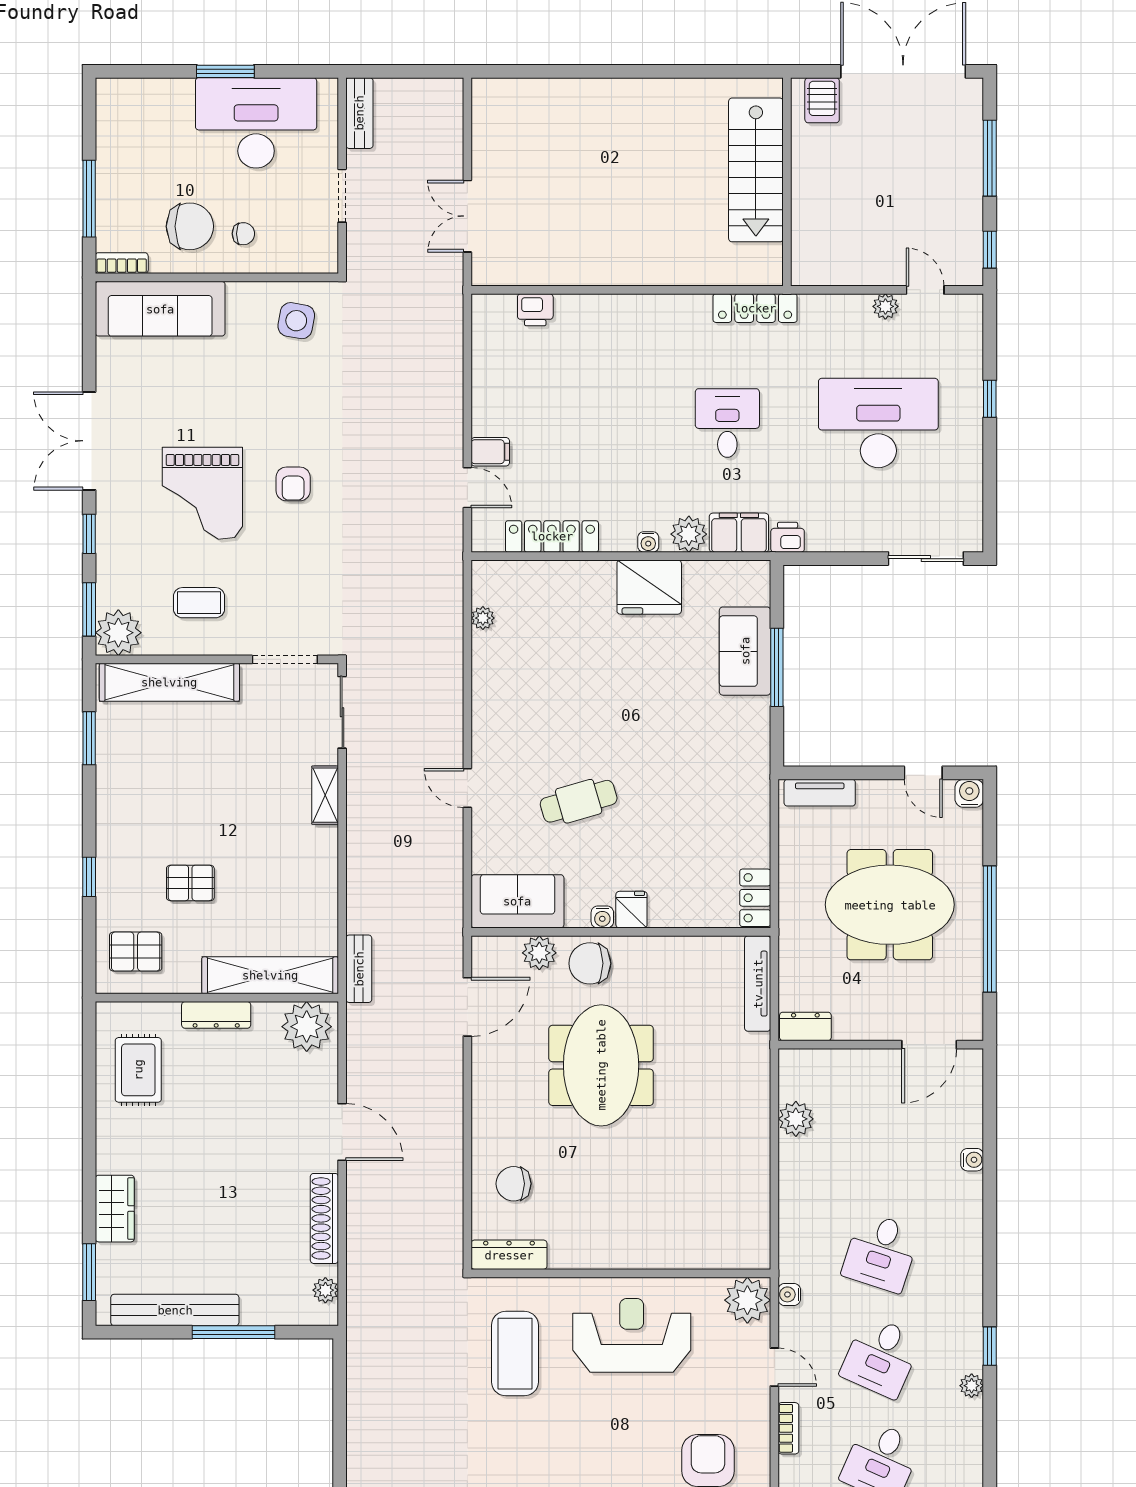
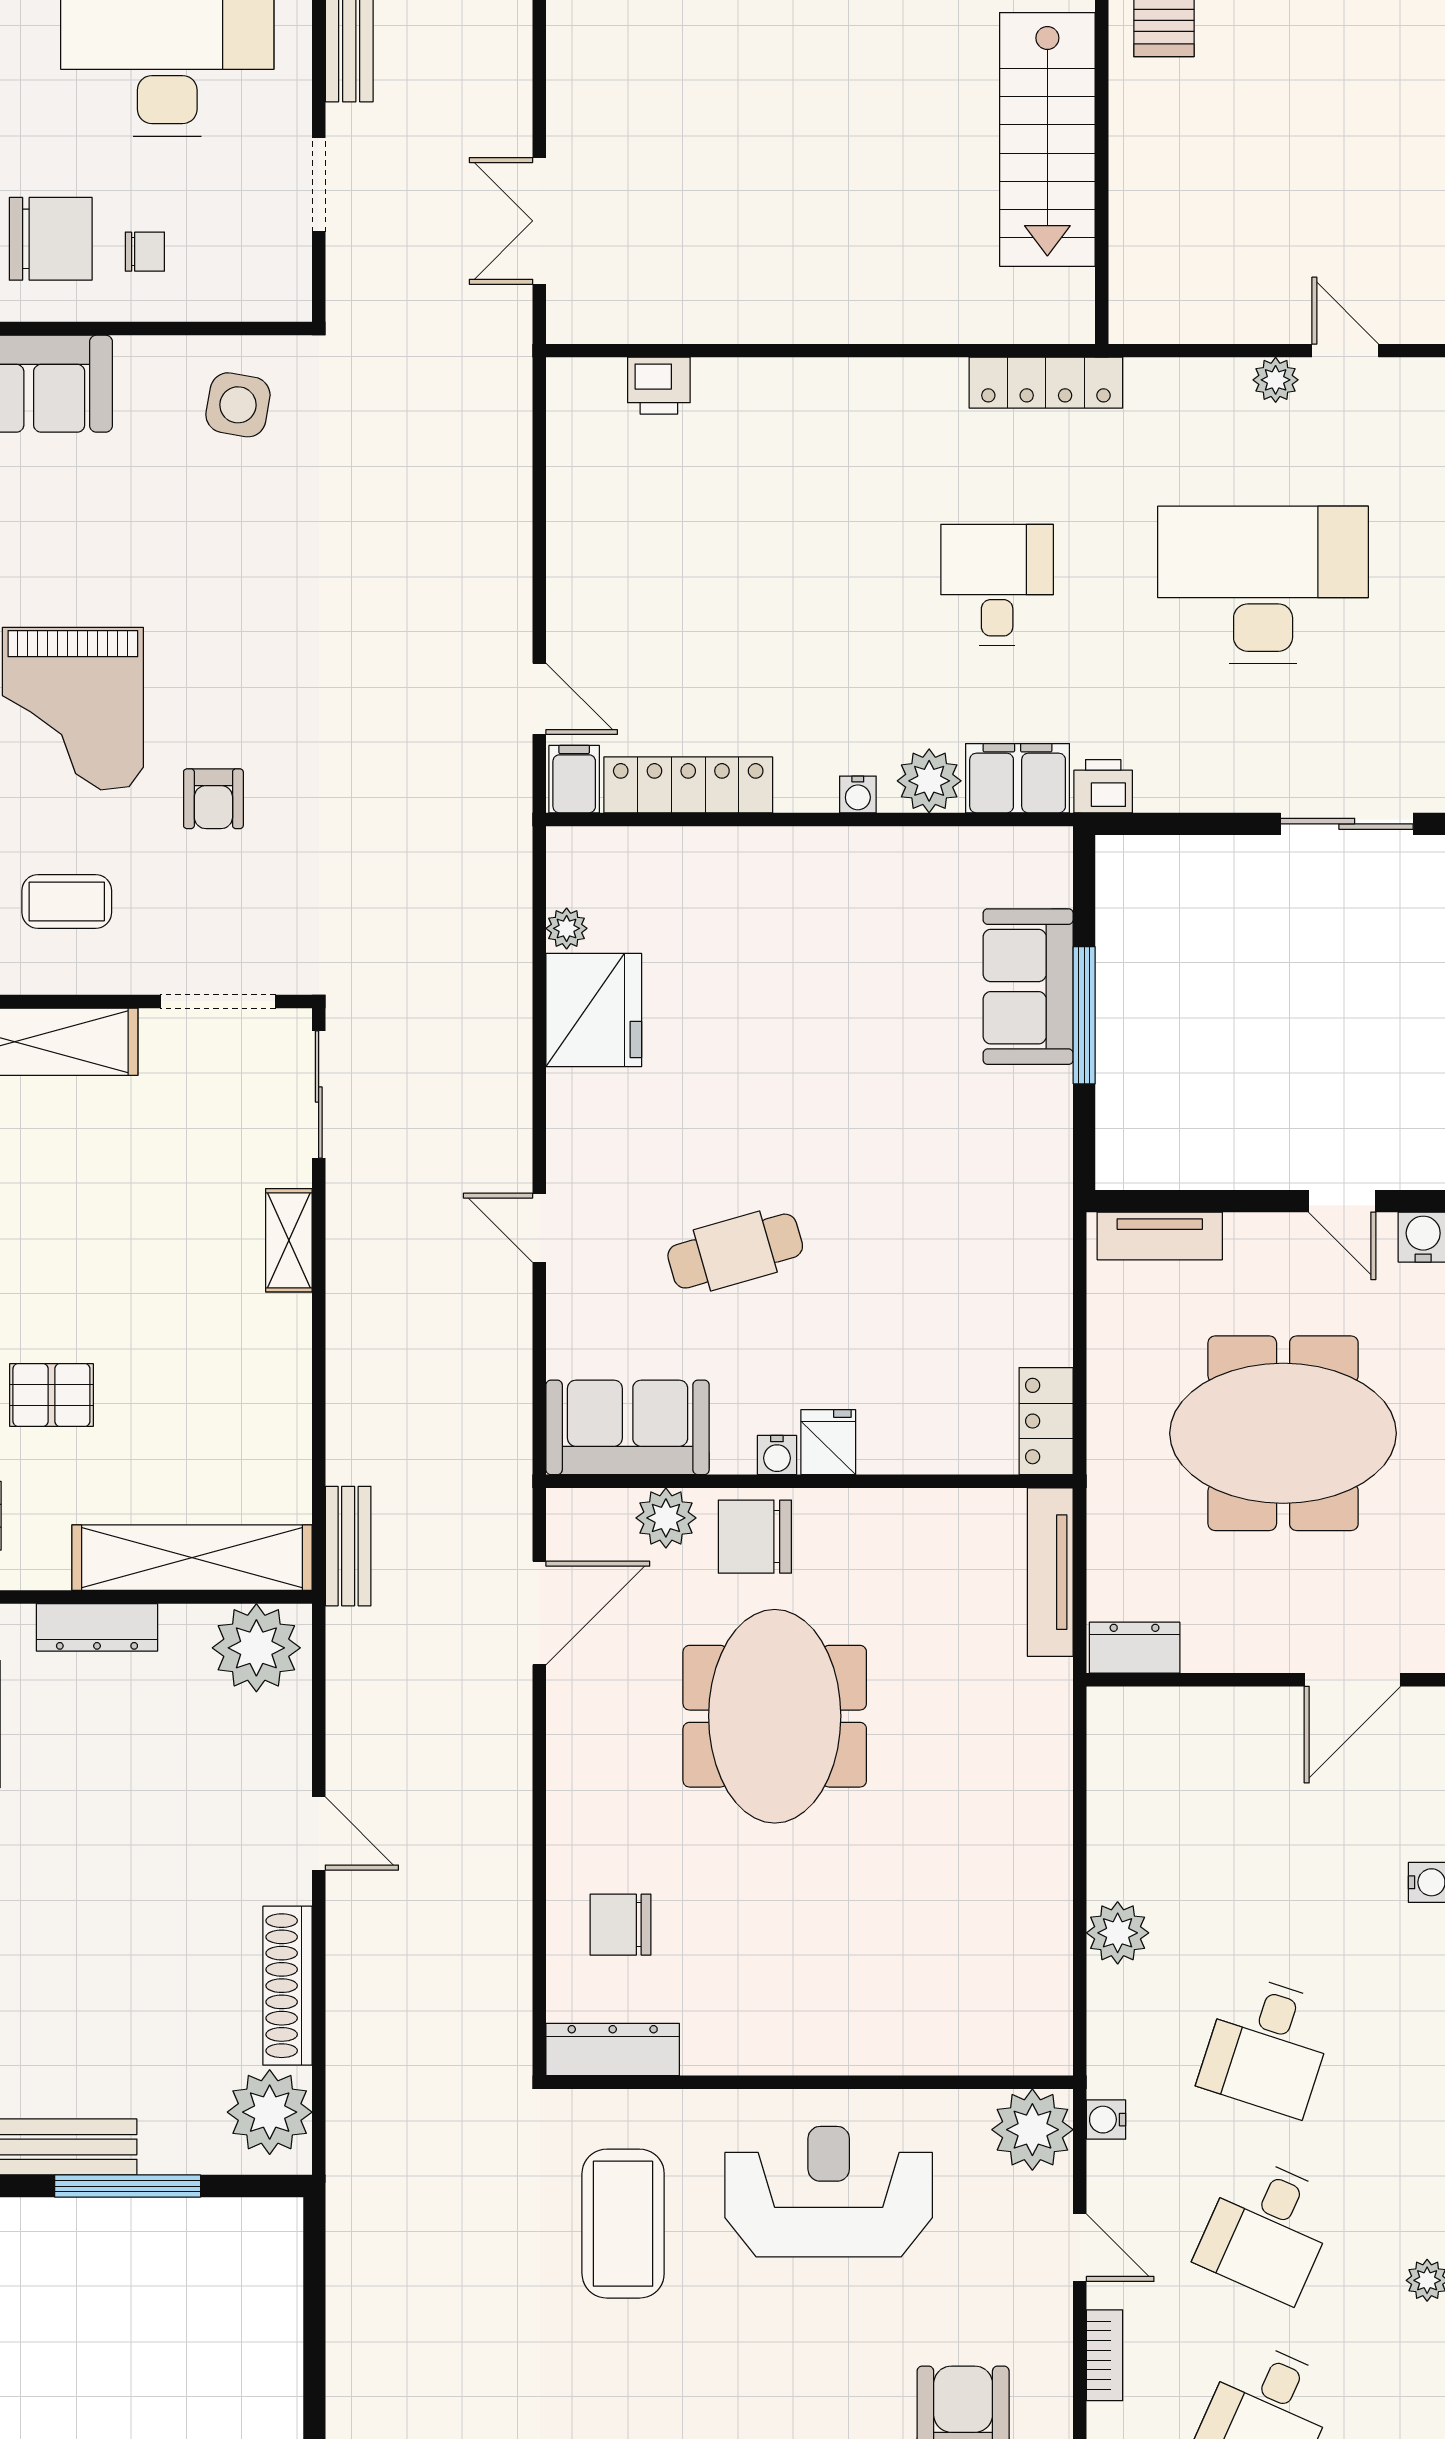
filing cabinet: (490, 452) -> (574, 779), moved, turned -90
armchair: (293, 484) -> (213, 799), moved
fridge: (649, 587) -> (594, 1010), moved, turned -90
plant: (796, 1119) -> (1118, 1933), moved
door: (342, 1132) -> (319, 1833), width x0.73
plant: (325, 1290) -> (270, 2112), width x1.88, depth x1.88

